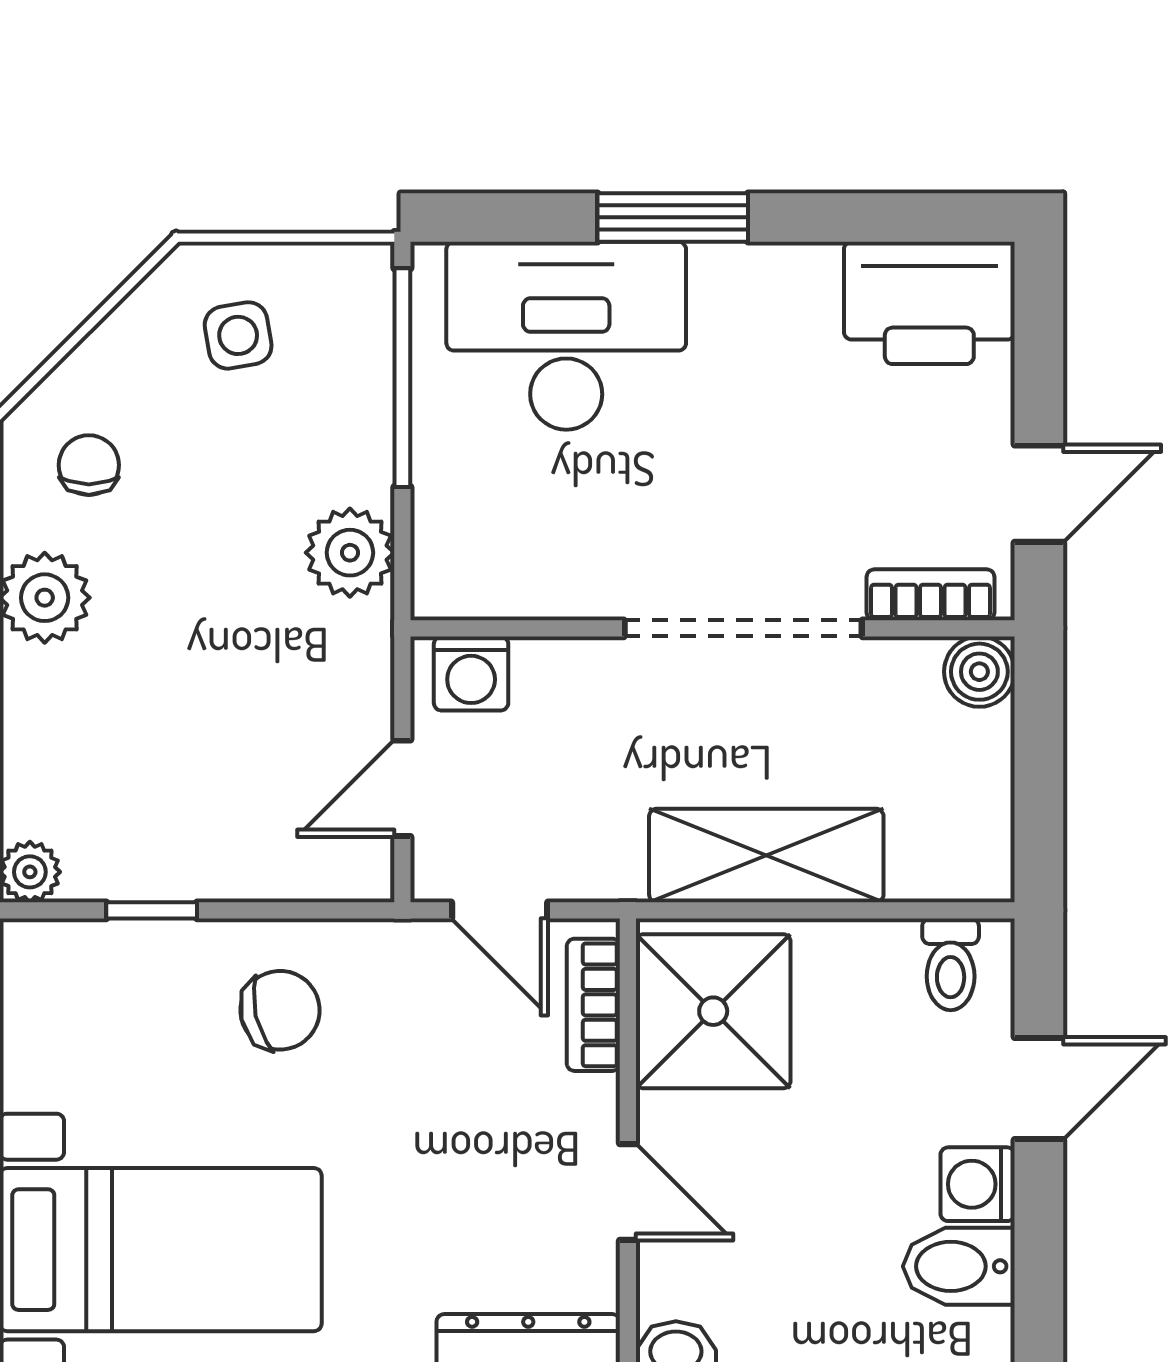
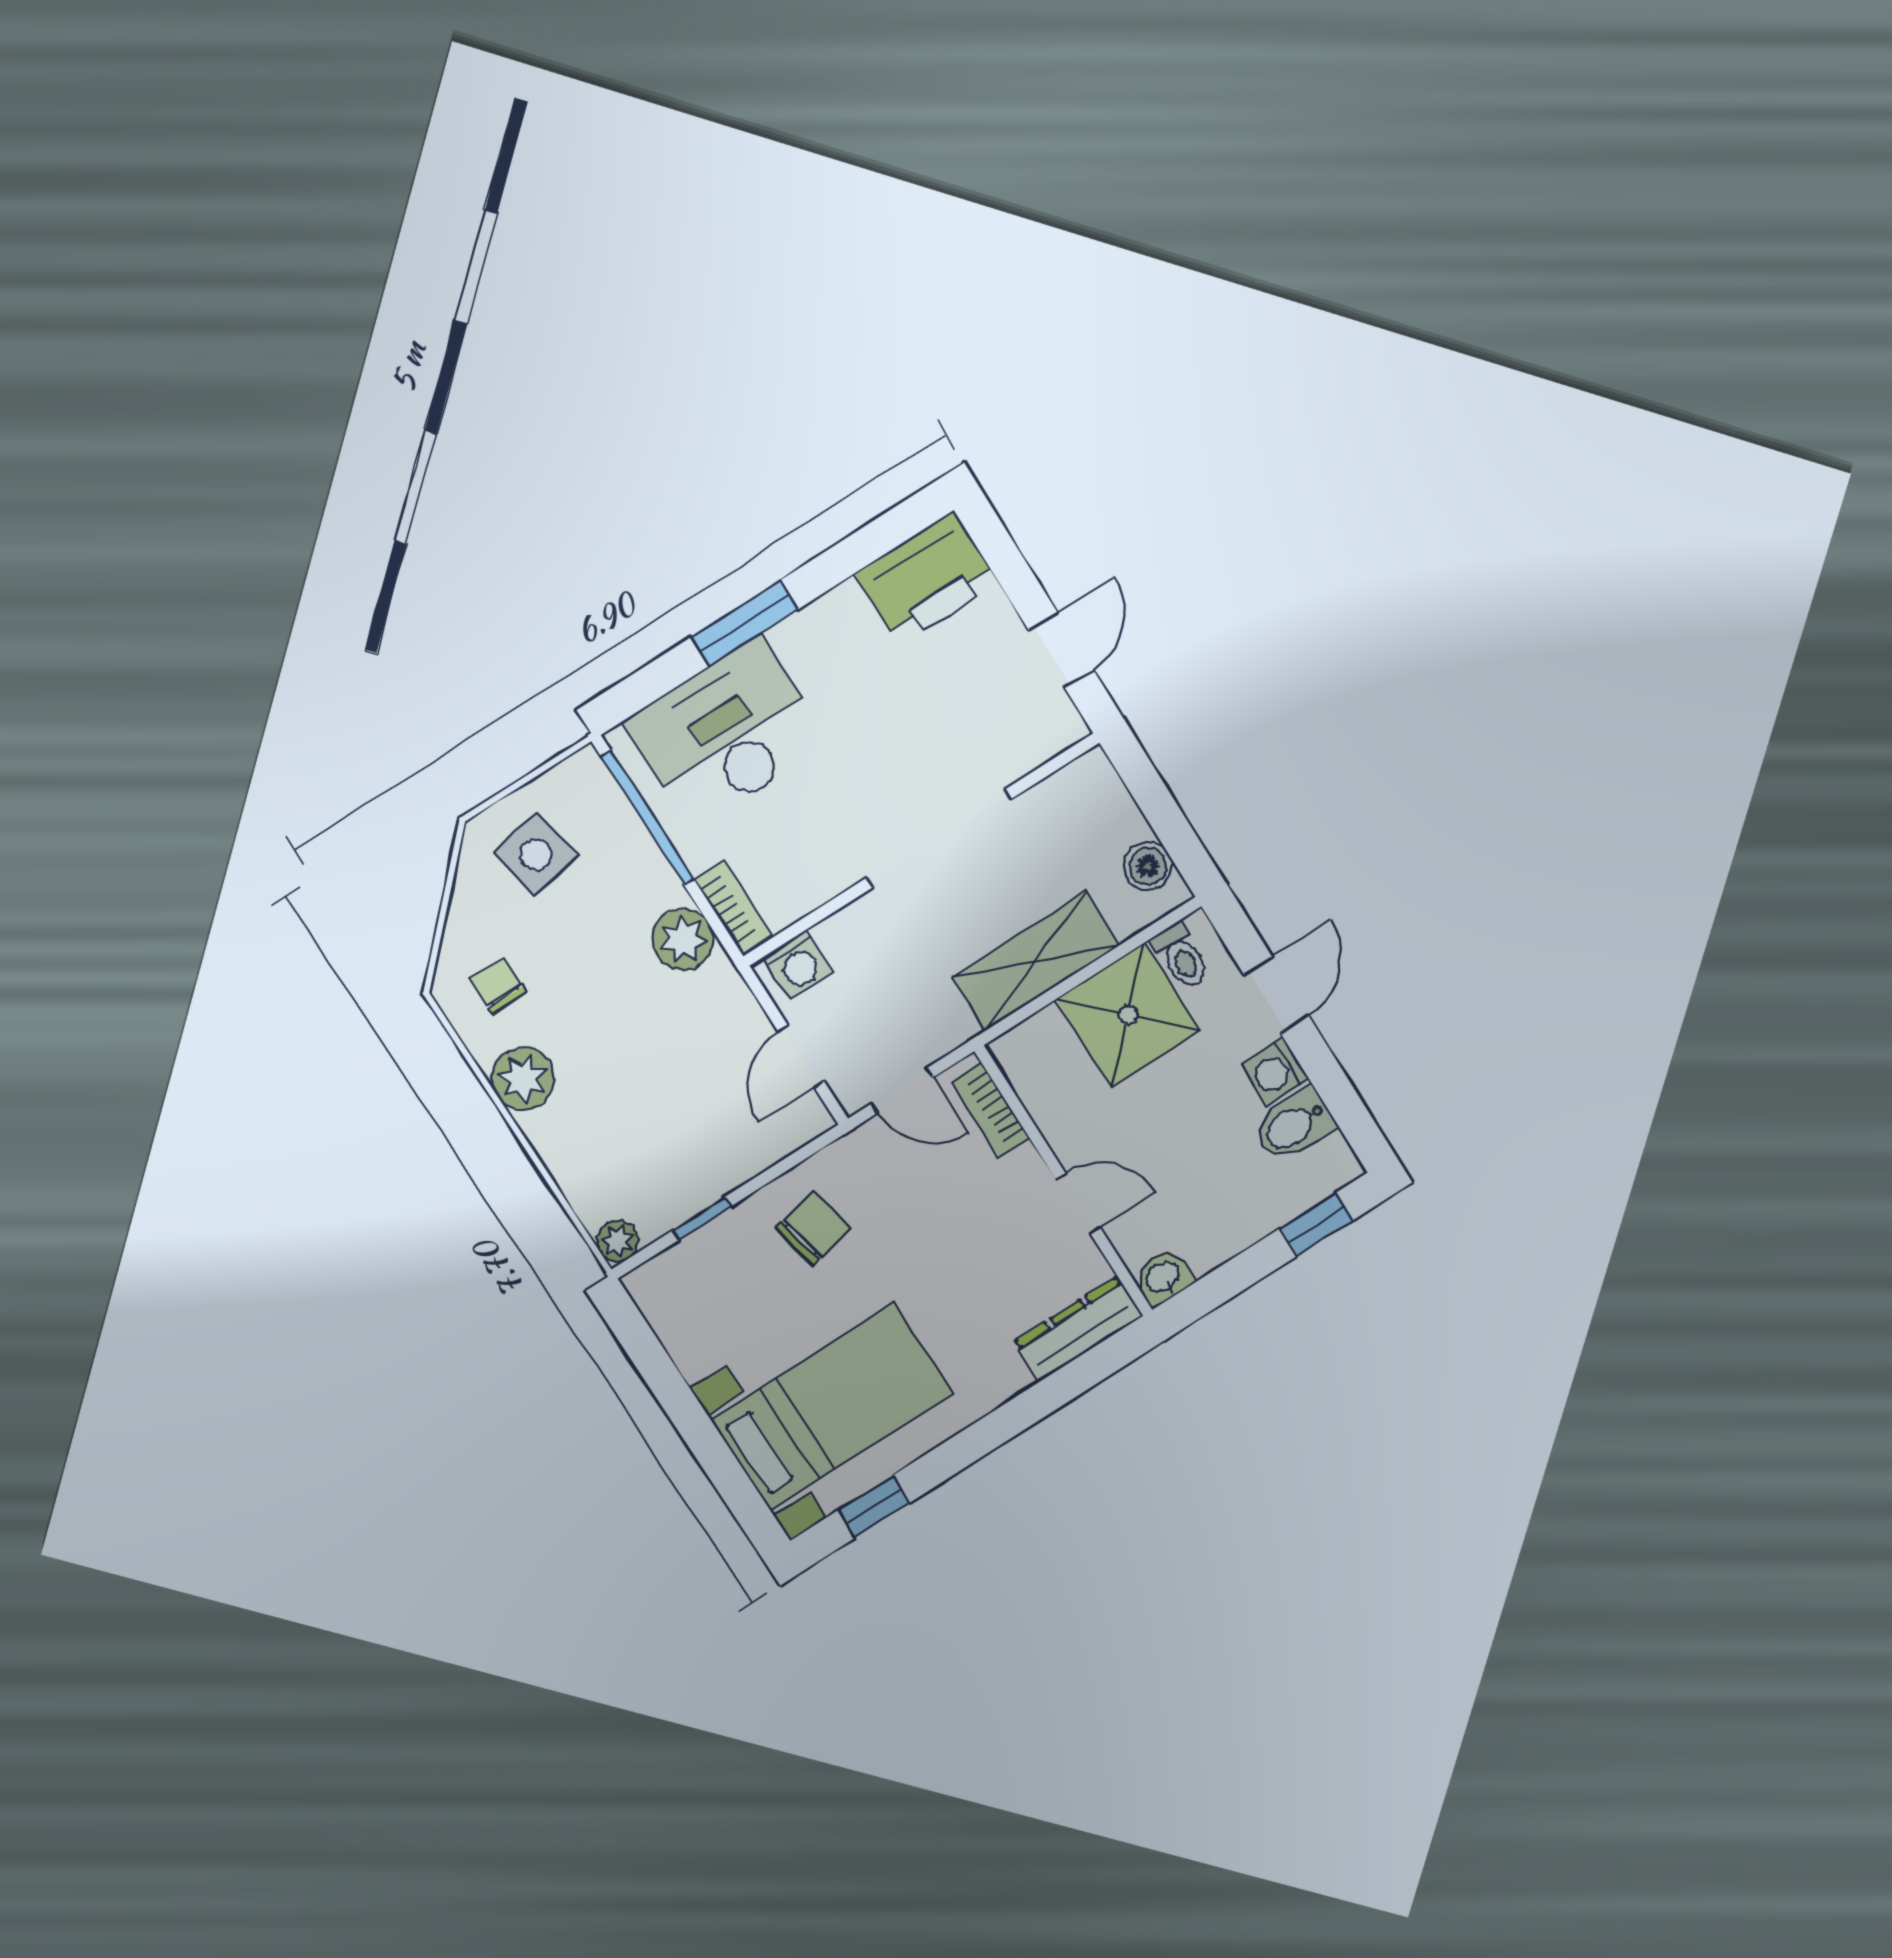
side table: (238, 335) -> (536, 854), width x1.37, depth x1.37
bookcase: (930, 595) -> (732, 907), moved, turned 90
boiler: (979, 672) -> (1148, 866), moved
shower: (713, 1011) -> (1128, 1015), moved

